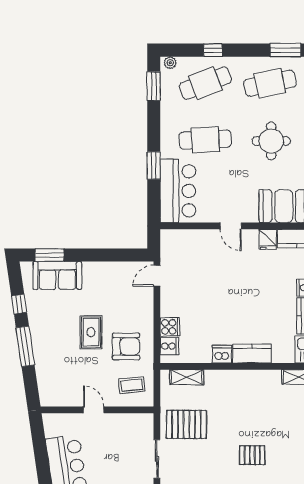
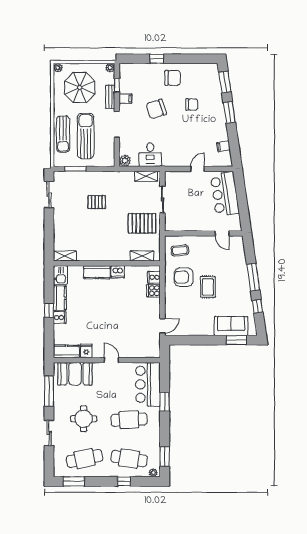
cafe table: (205, 83) -> (129, 459), turned 30
door: (94, 410) -> (222, 233), moved

